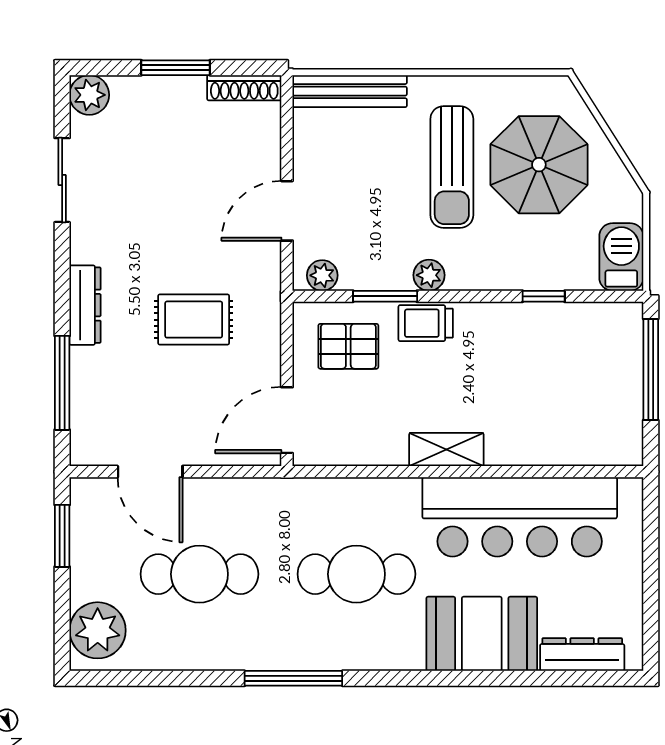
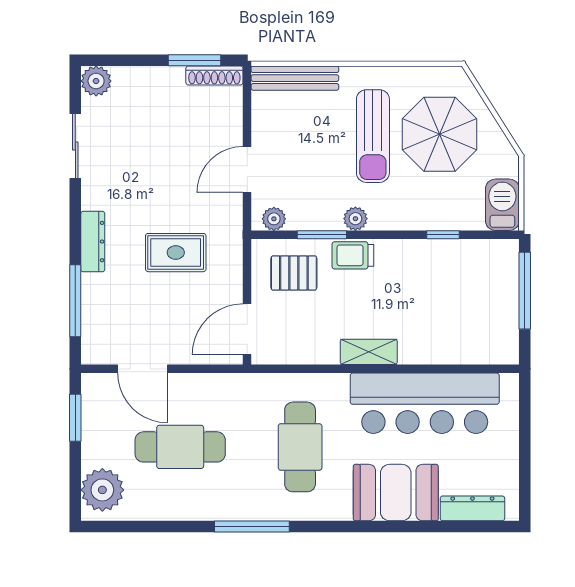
window: (176, 68) -> (194, 60), moved
cafe table: (356, 574) -> (300, 447), turned 90

